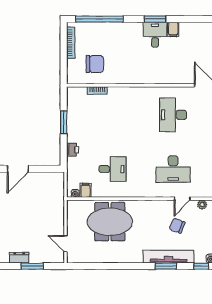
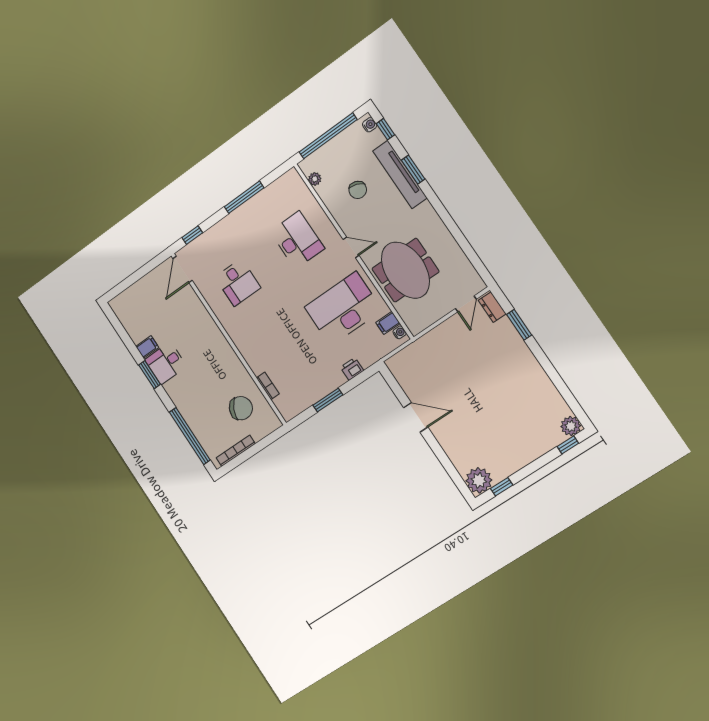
chair: (95, 64) -> (241, 408), turned 116
desk: (173, 115) -> (238, 282), width x0.73
desk: (113, 169) -> (343, 309), width x1.87, depth x1.30
door: (182, 199) -> (351, 247), moved
dresser: (19, 258) -> (492, 307), moved

